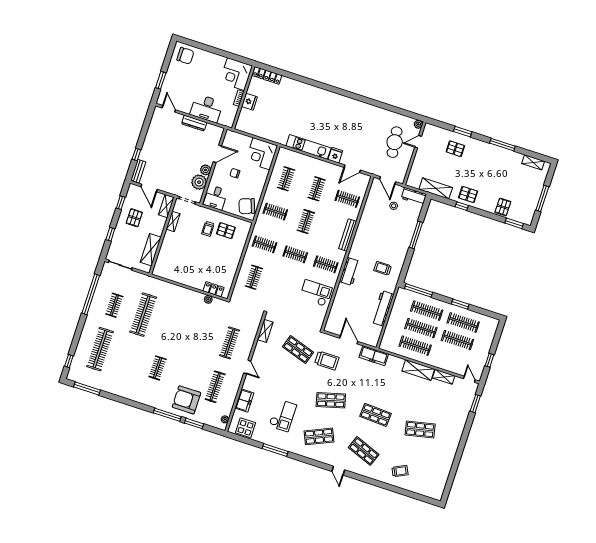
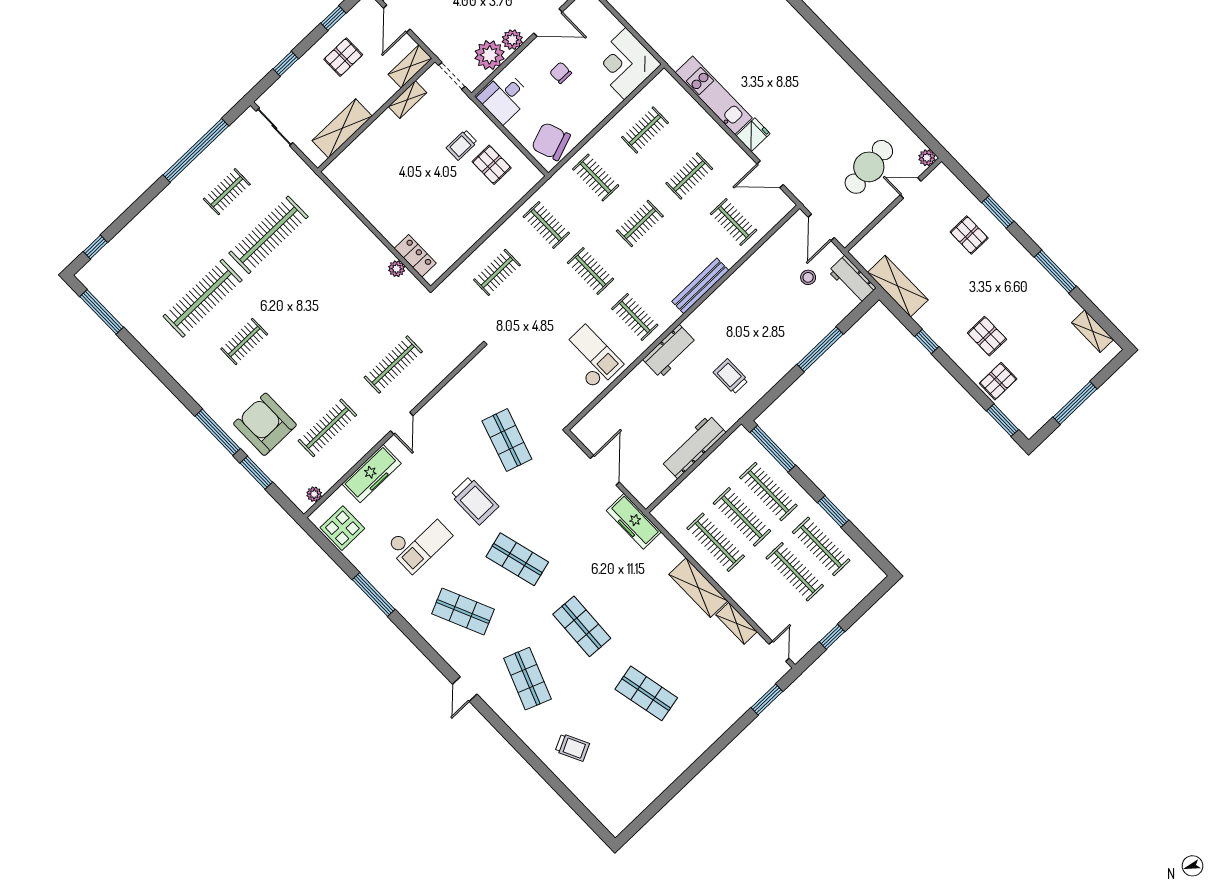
pallet: (468, 195) -> (987, 336), moved
shelving: (265, 331) -> (467, 377), removed
clothes rail: (100, 349) -> (203, 298), moved
trolley: (327, 361) -> (475, 501), moved
freezer: (244, 401) -> (372, 474), width x1.40

